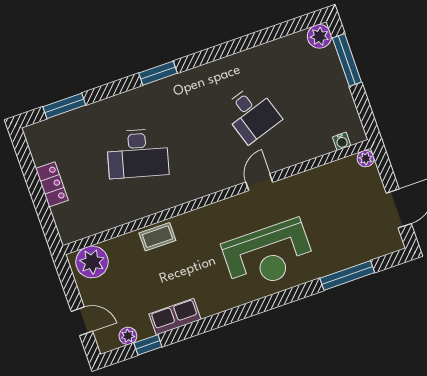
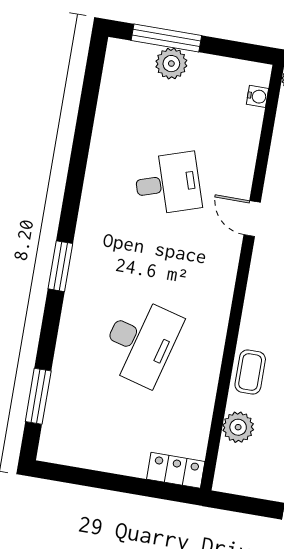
plant: (319, 36) -> (171, 64), moved
locker: (52, 184) -> (176, 470), moved
plant: (92, 262) -> (238, 427), moved, width x0.73, depth x0.73

